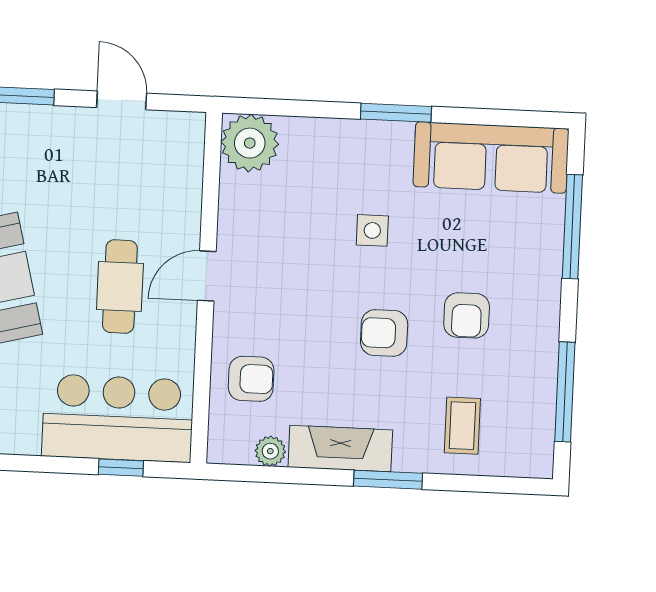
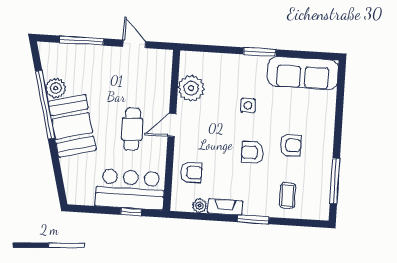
plant: (250, 143) -> (191, 88), moved
window: (572, 227) -> (340, 105), removed
armchair: (467, 315) -> (290, 145), turned -90
fireplace: (340, 449) -> (225, 207), width x0.73, depth x0.76

